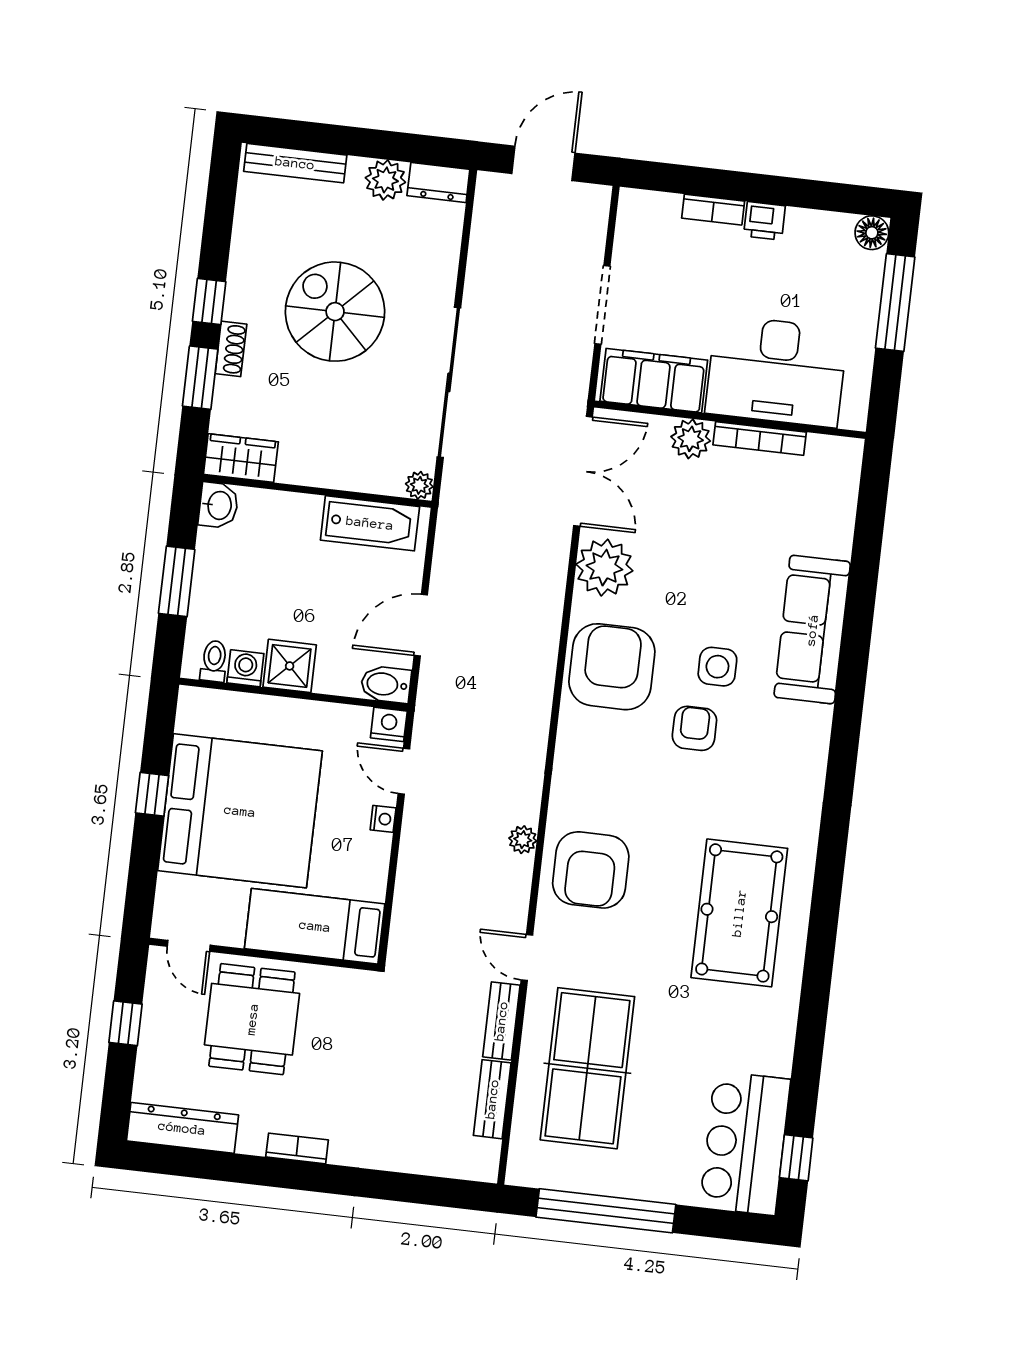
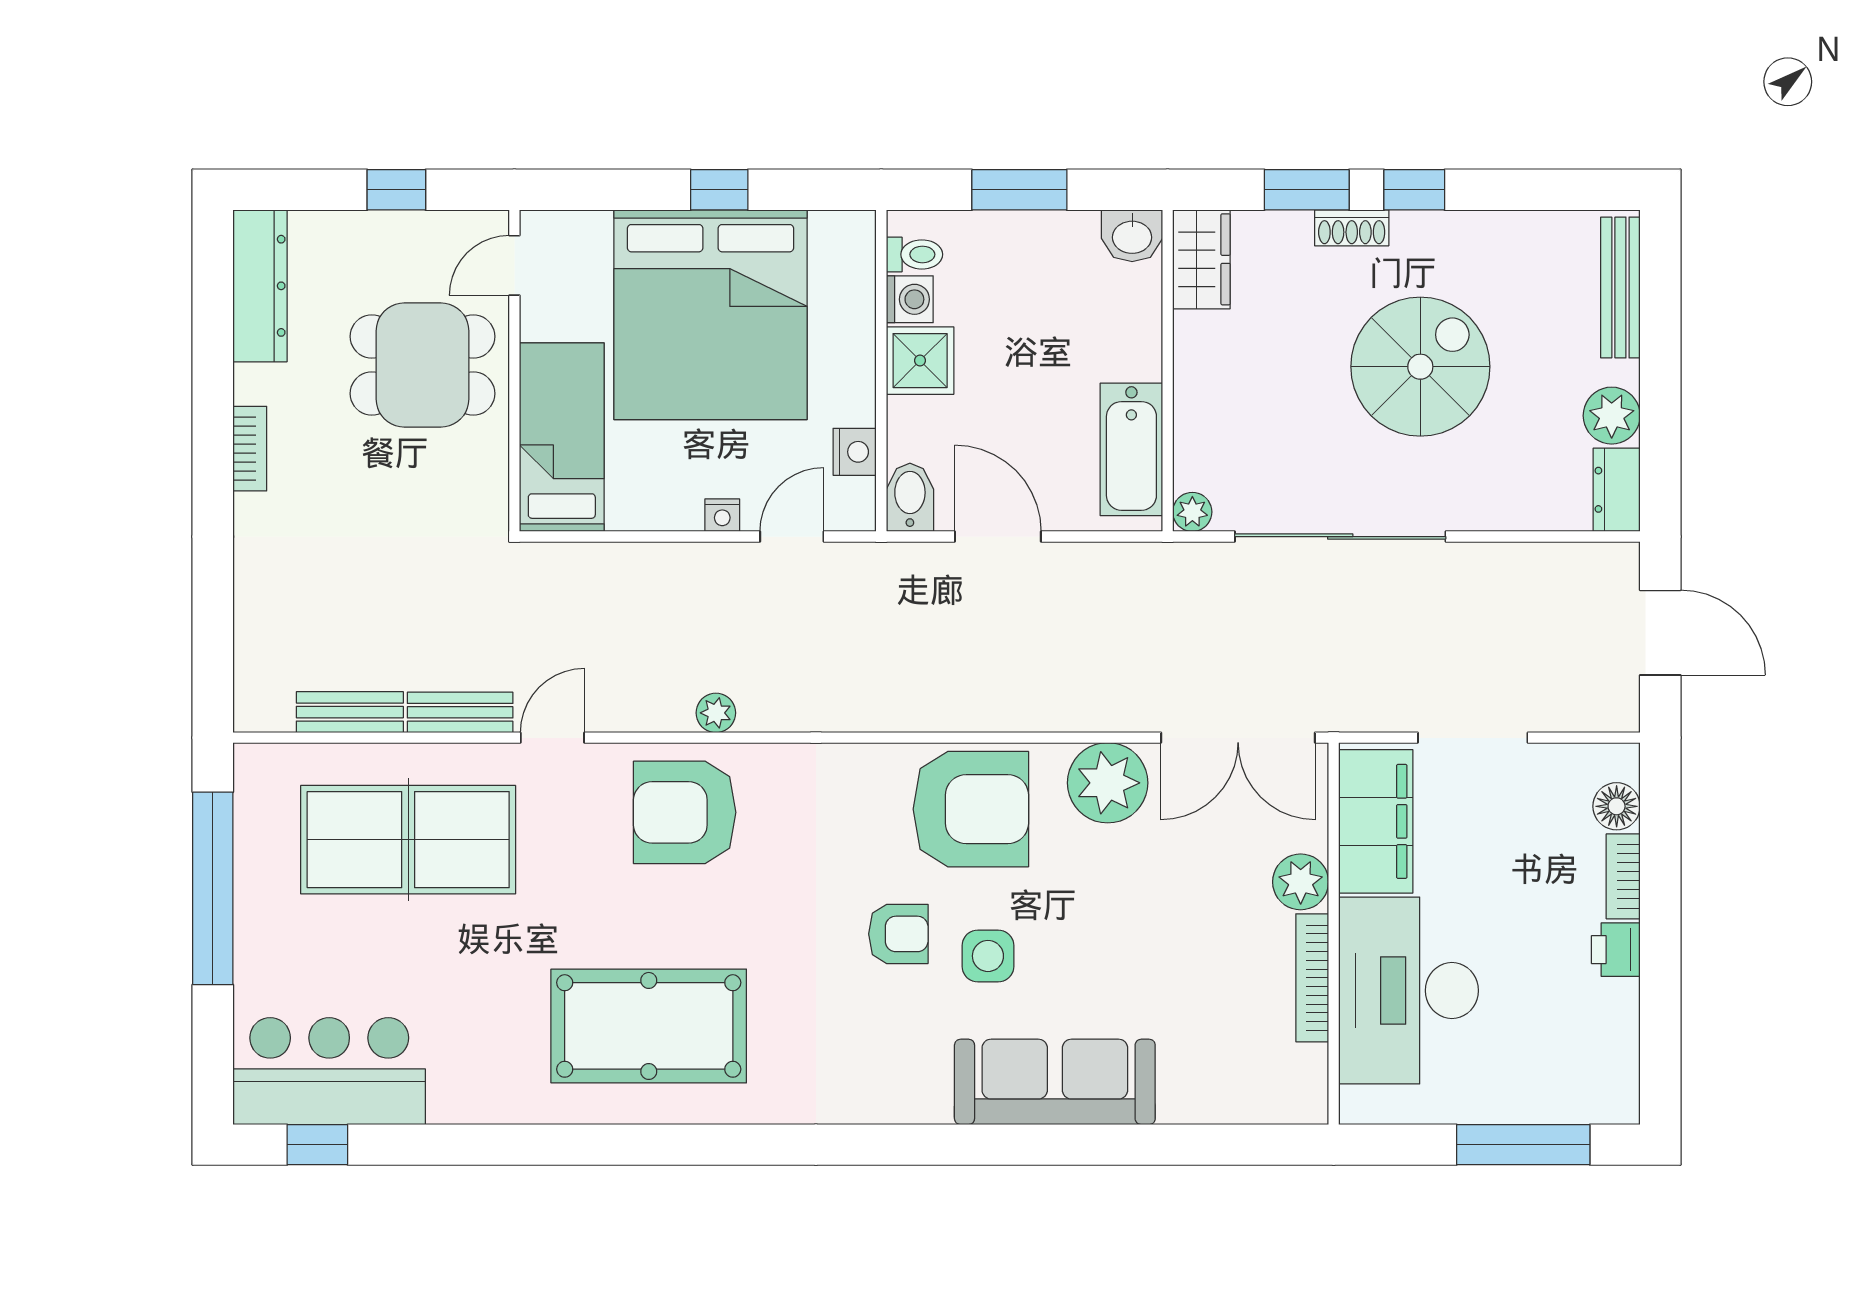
floor lamp: (872, 233) -> (1617, 806), moved
nightstand: (389, 724) -> (855, 452), moved

